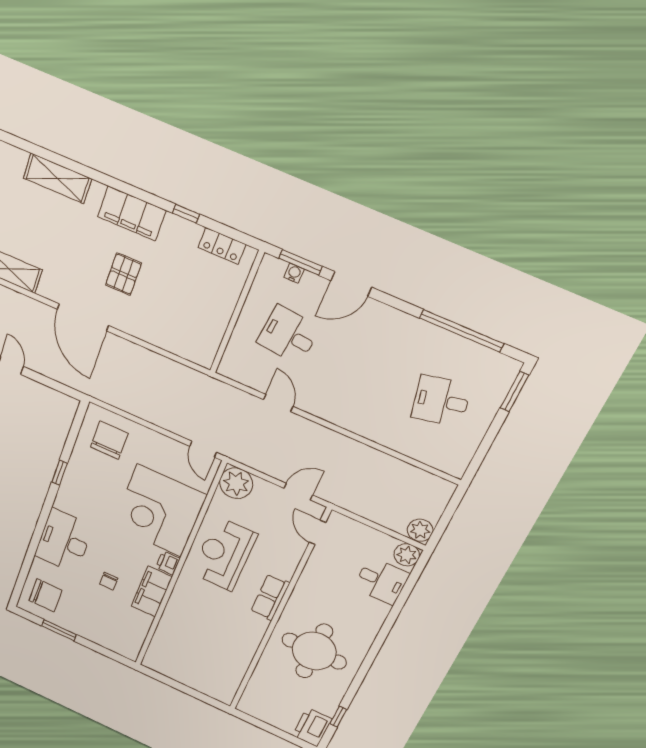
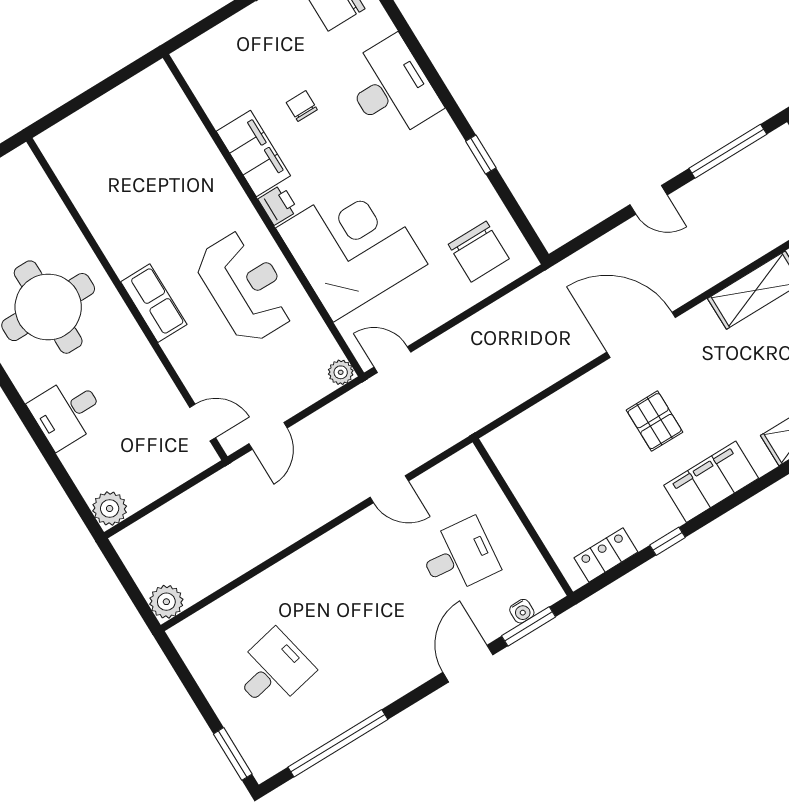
plant: (236, 483) -> (341, 372), width x0.53, depth x0.53
plant: (420, 530) -> (166, 602), moved
desk: (381, 581) -> (67, 412), moved

